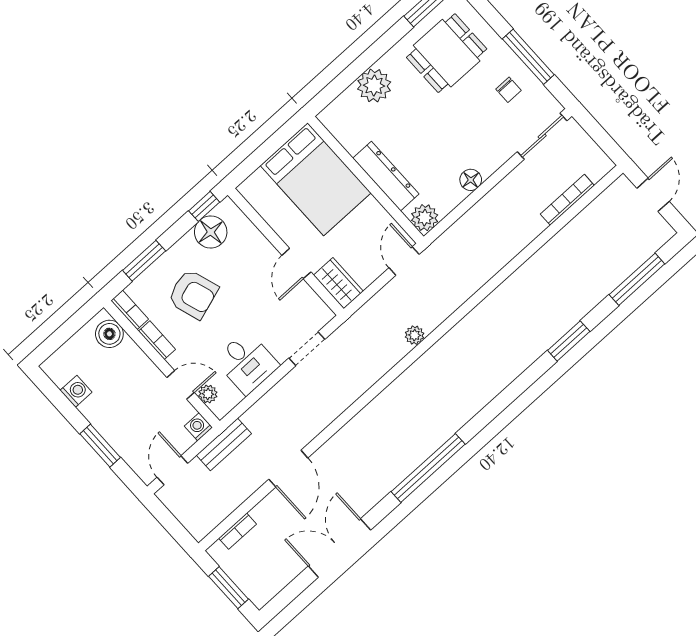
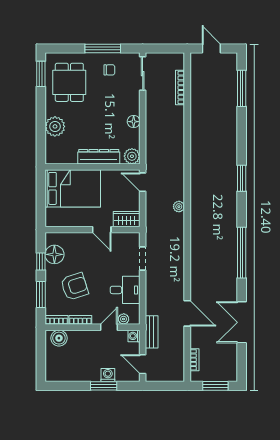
window: (204, 206) -> (41, 262), moved
window: (569, 341) -> (242, 178), moved
washing machine: (76, 391) -> (108, 375), moved

